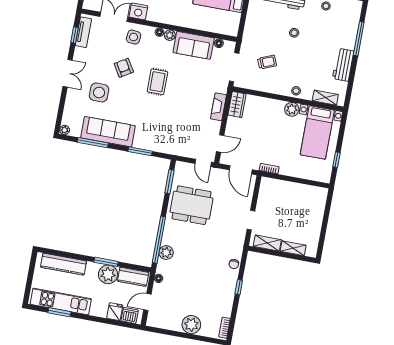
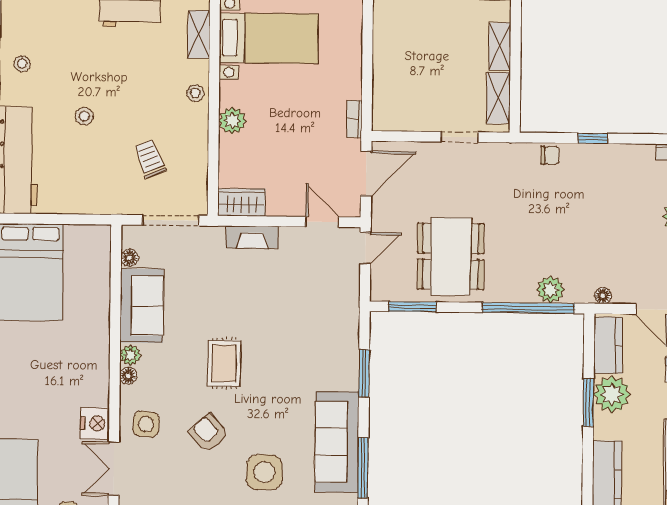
armchair: (124, 68) -> (208, 433), turned 79
rug: (157, 82) -> (224, 363), turned 90
plant: (292, 109) -> (232, 120), moved

